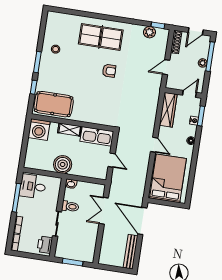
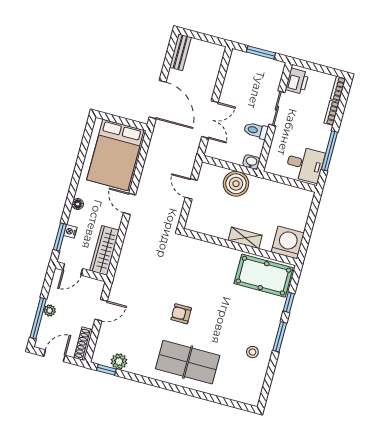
kitchen sink: (97, 136) -> (208, 224), removed
boiler: (63, 164) -> (236, 184), moved
bench: (130, 252) -> (180, 52), width x0.73

